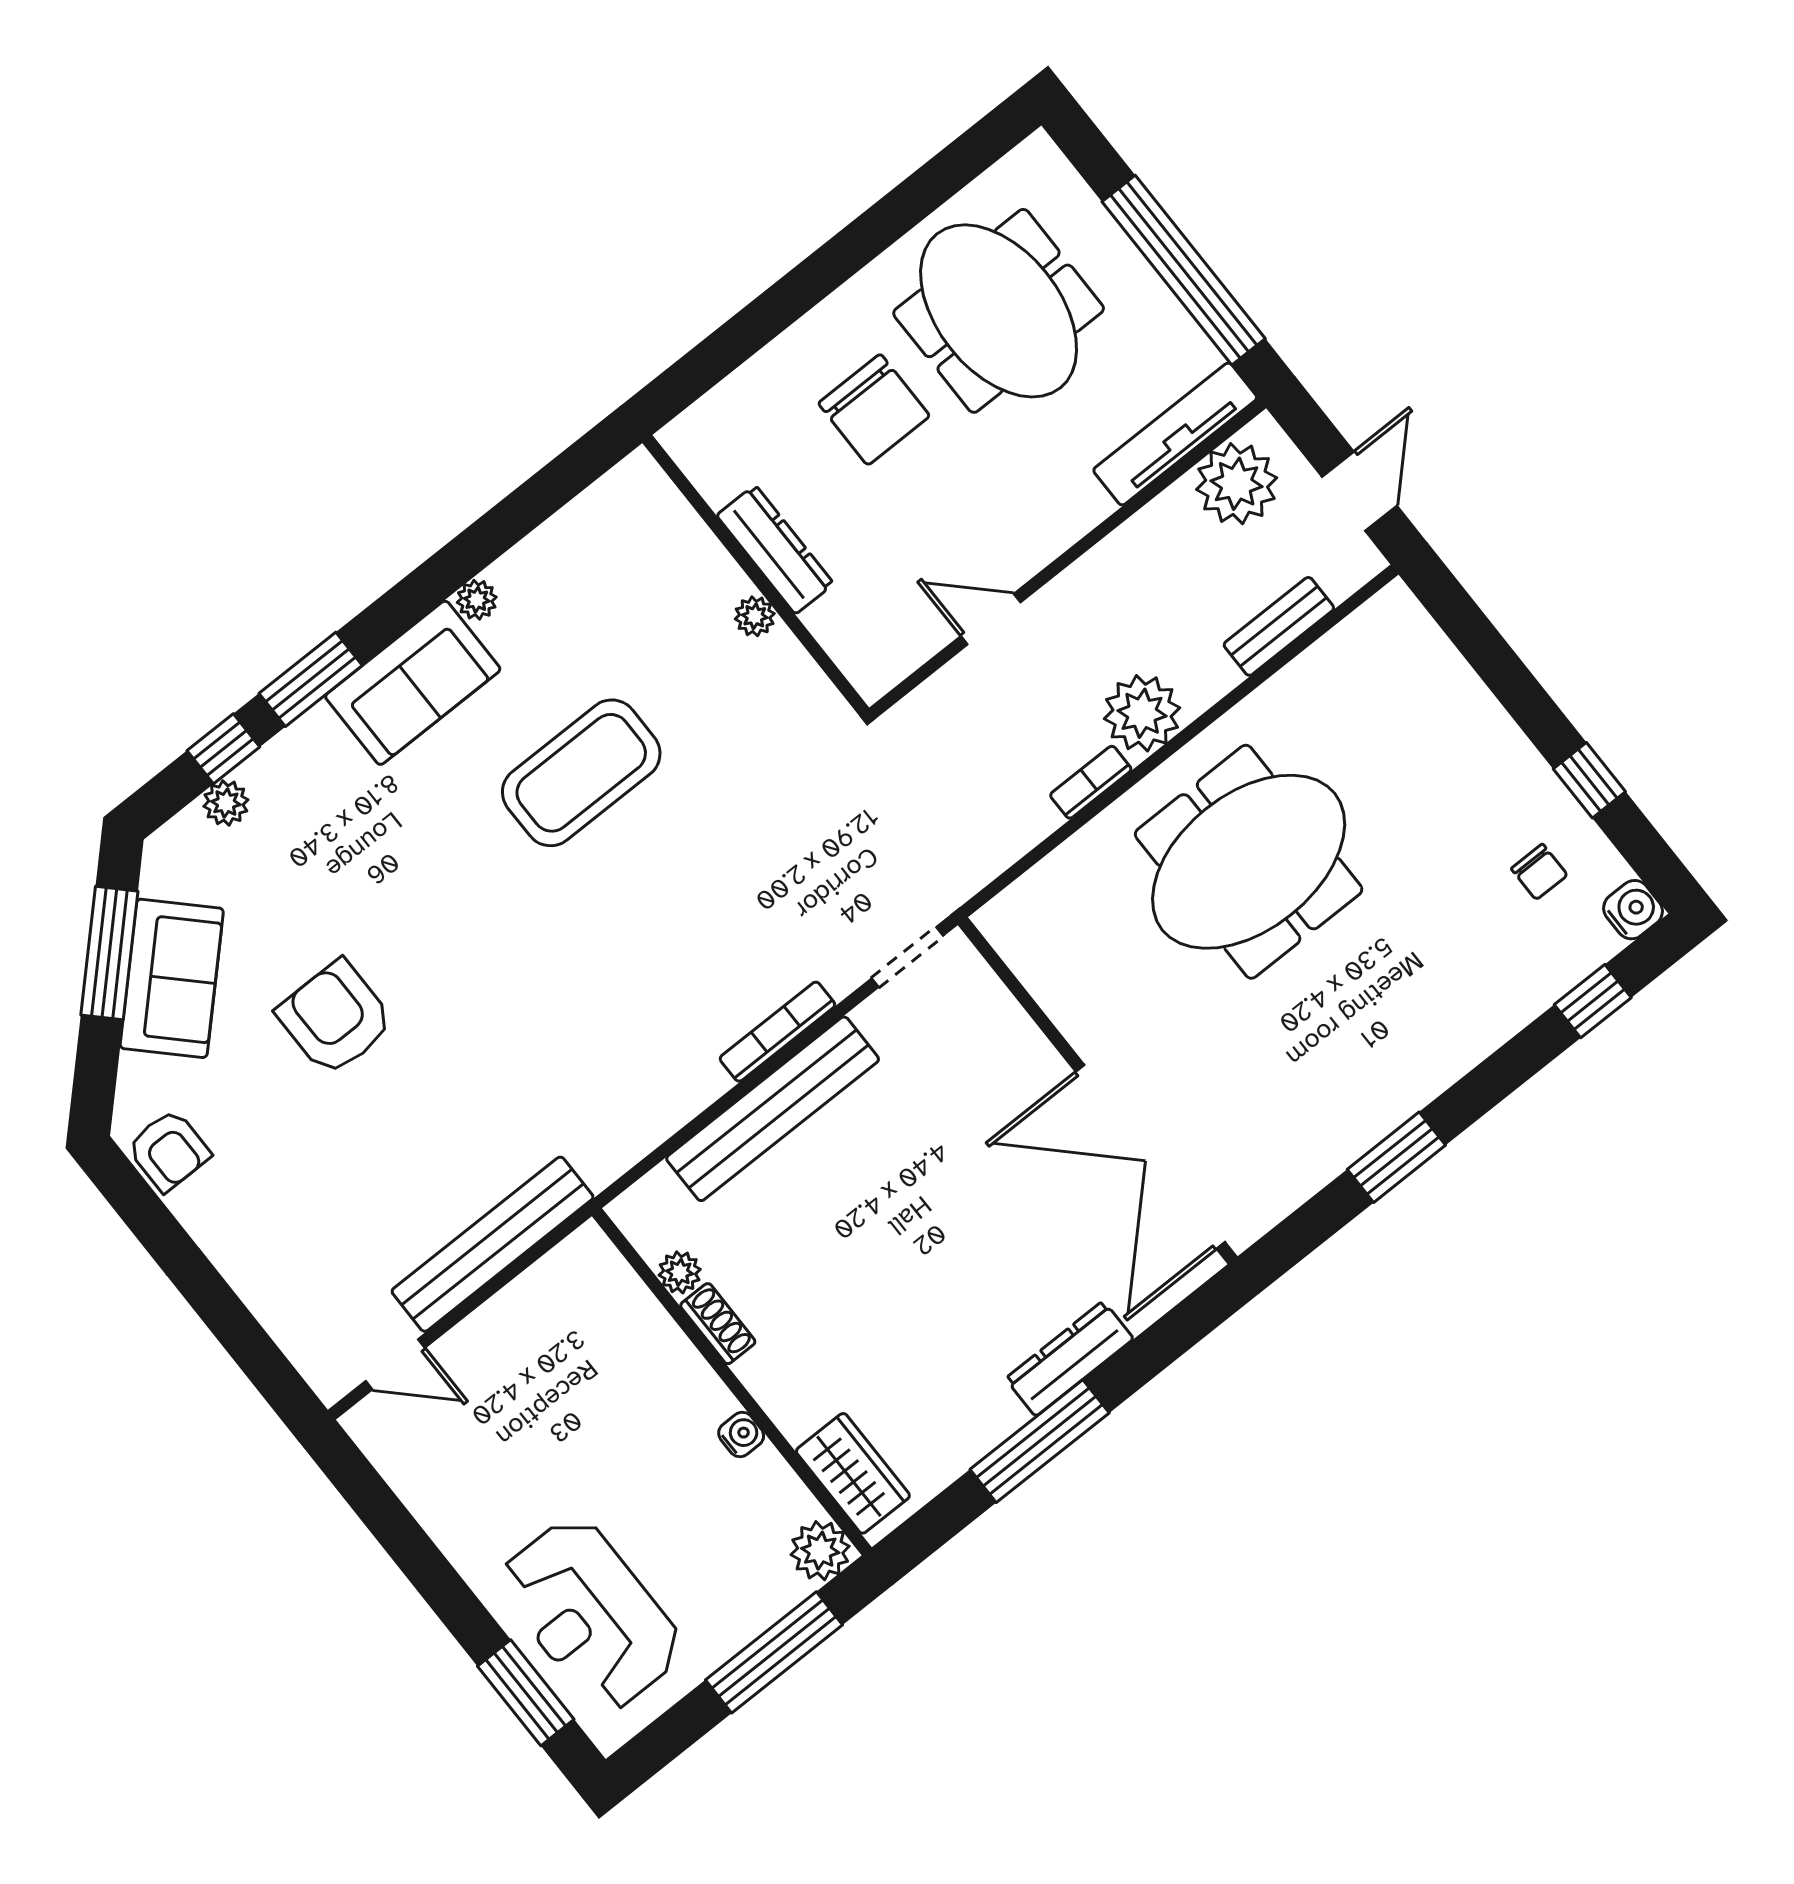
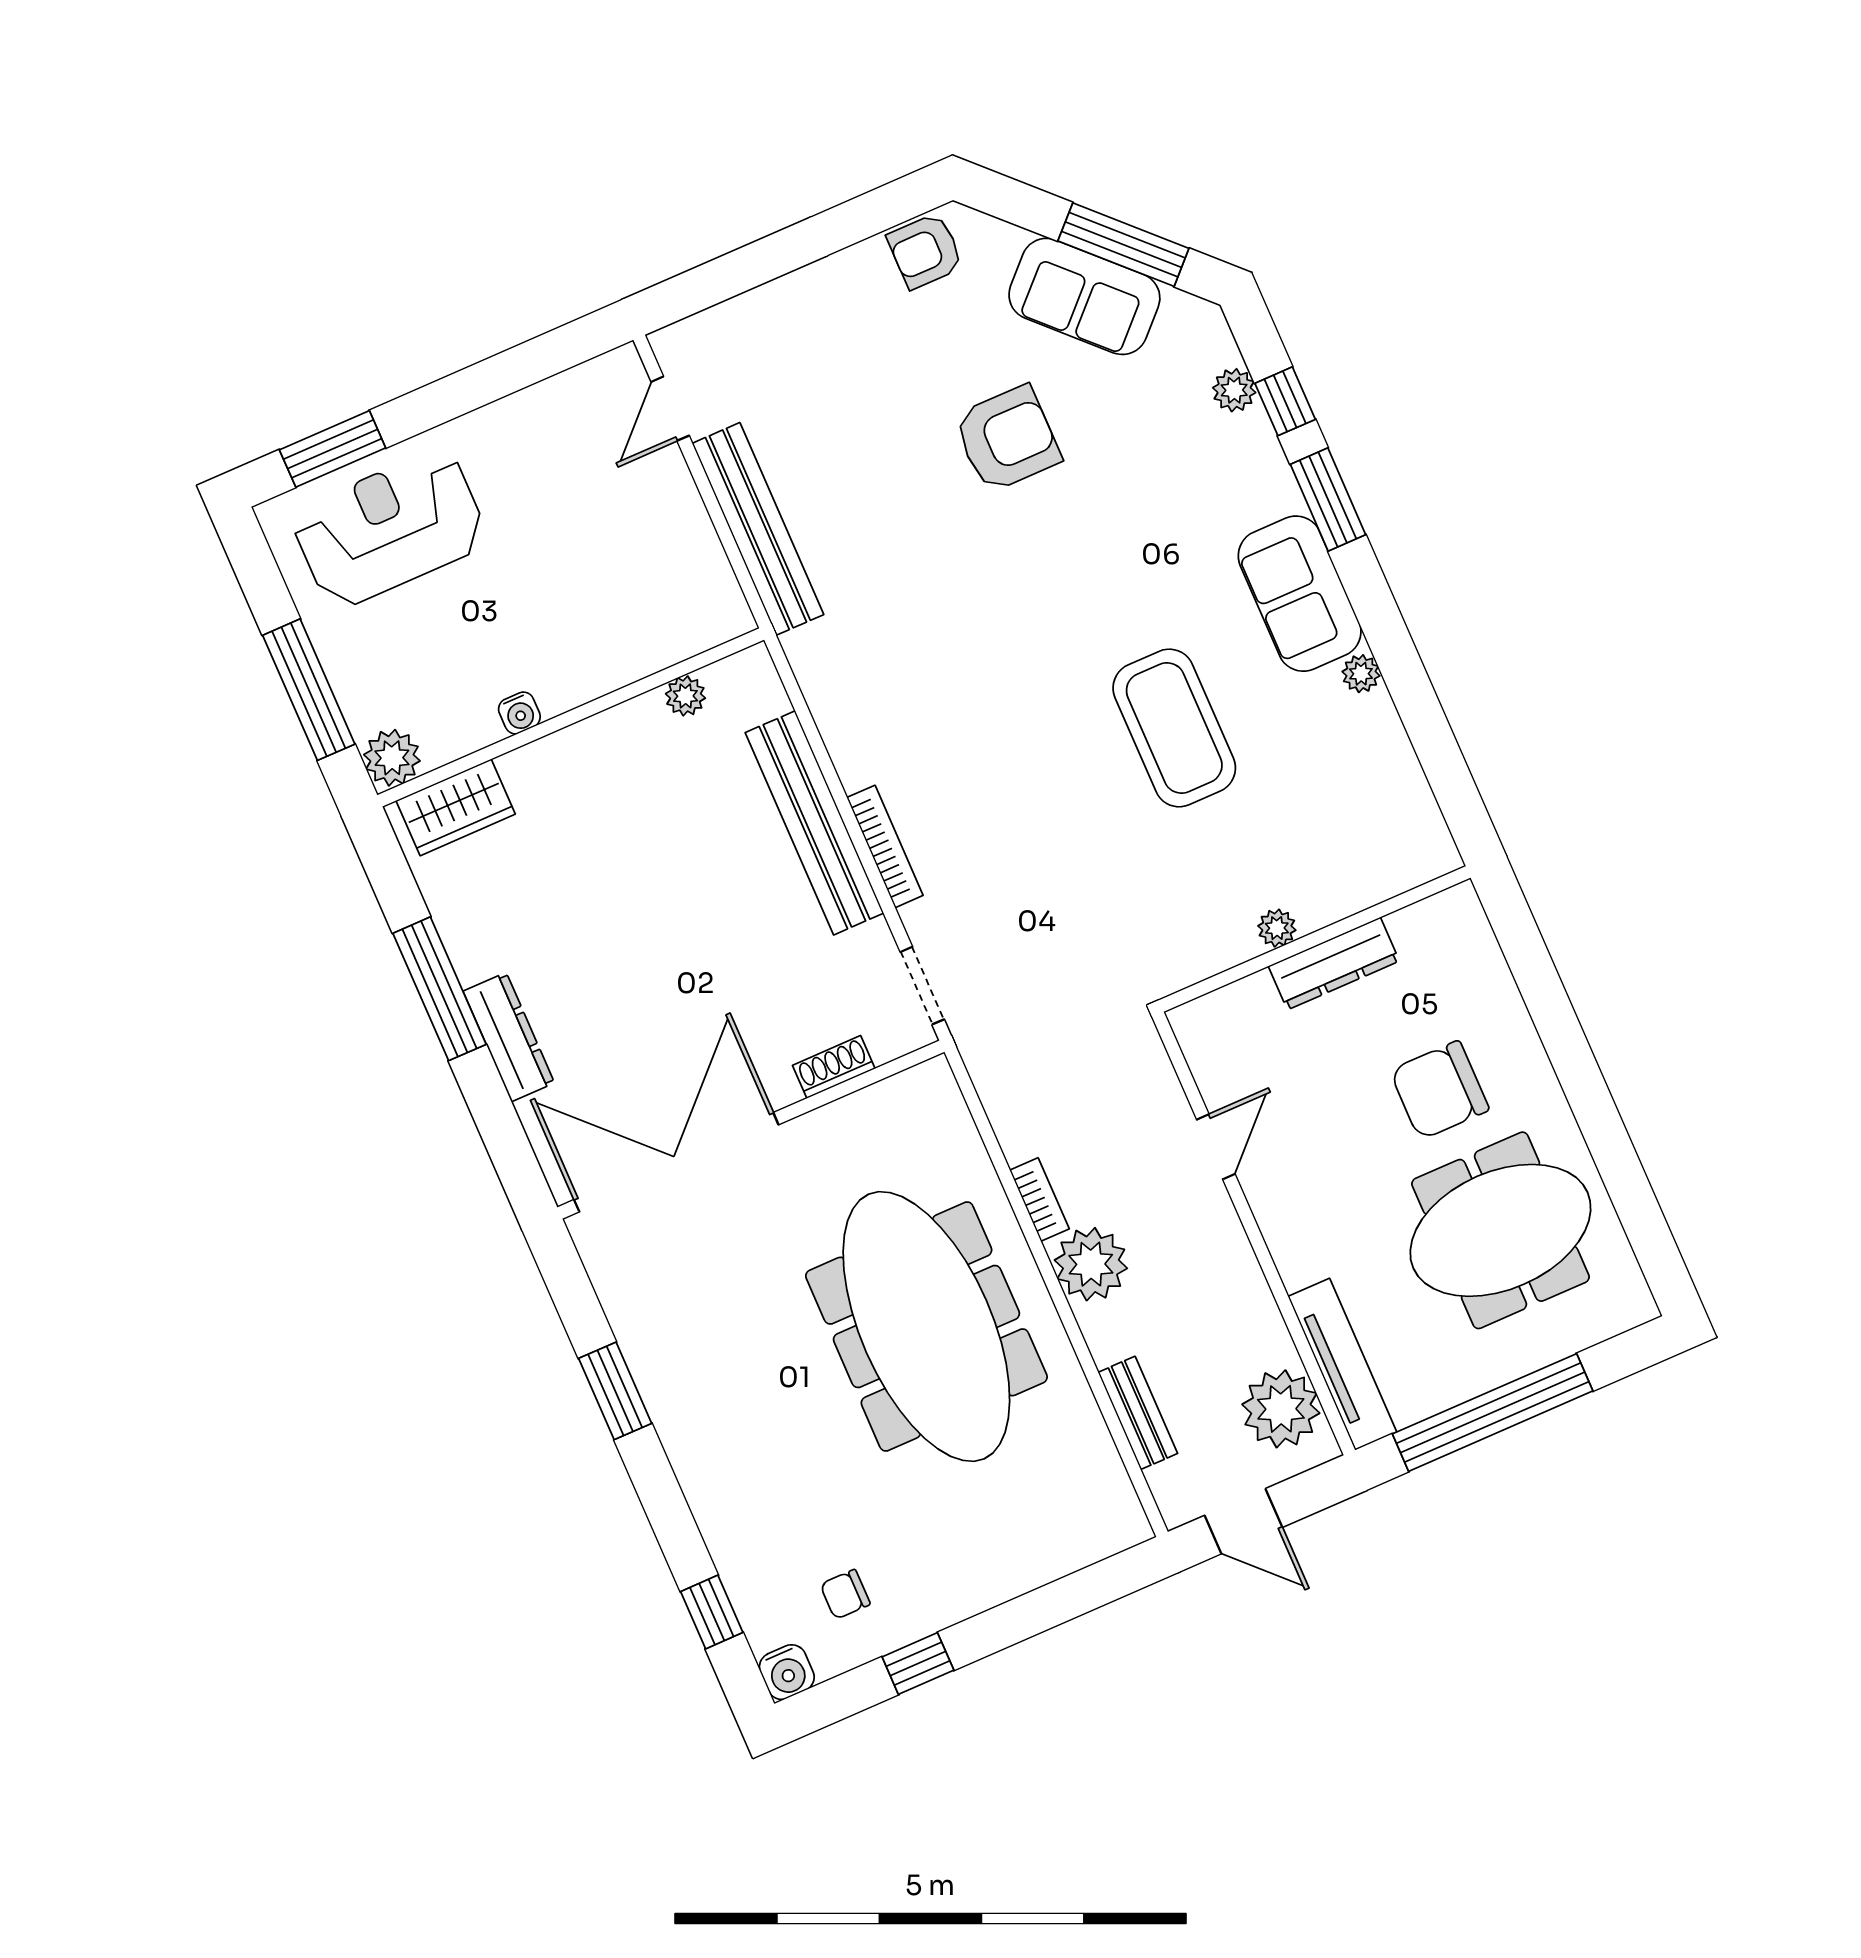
meeting table: (1249, 862) -> (926, 1327), width x1.36
shoe rack: (718, 1324) -> (834, 1067), moved, turned 180

